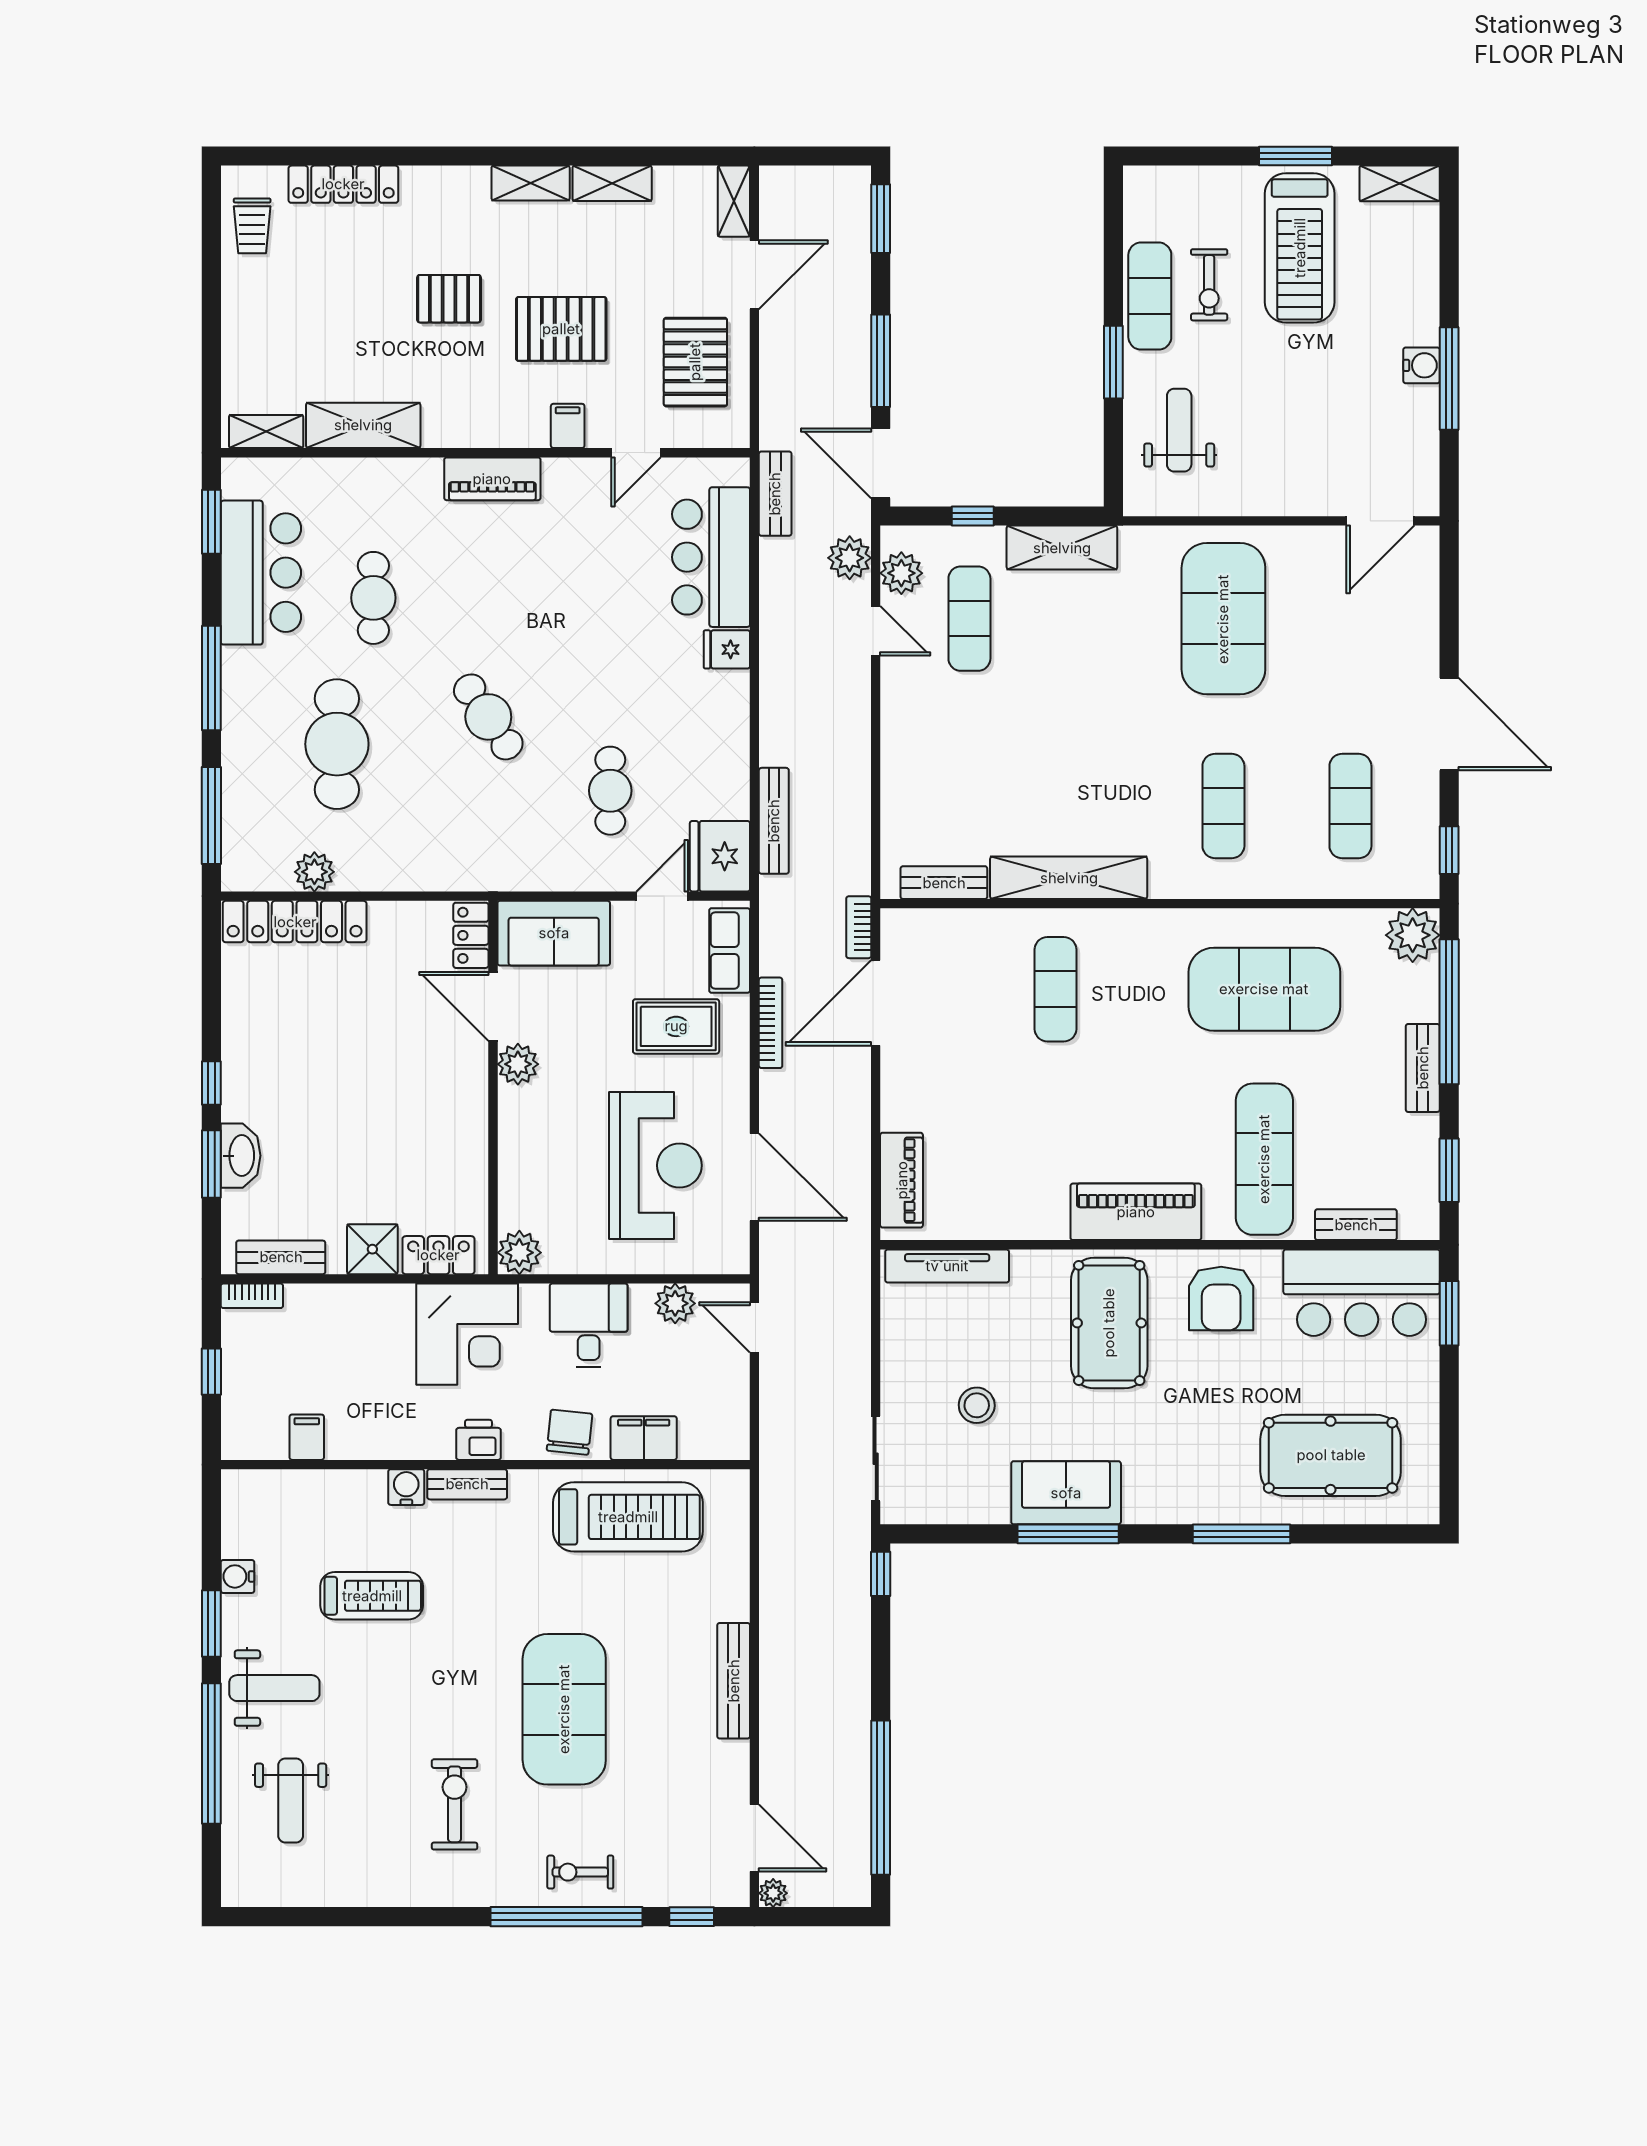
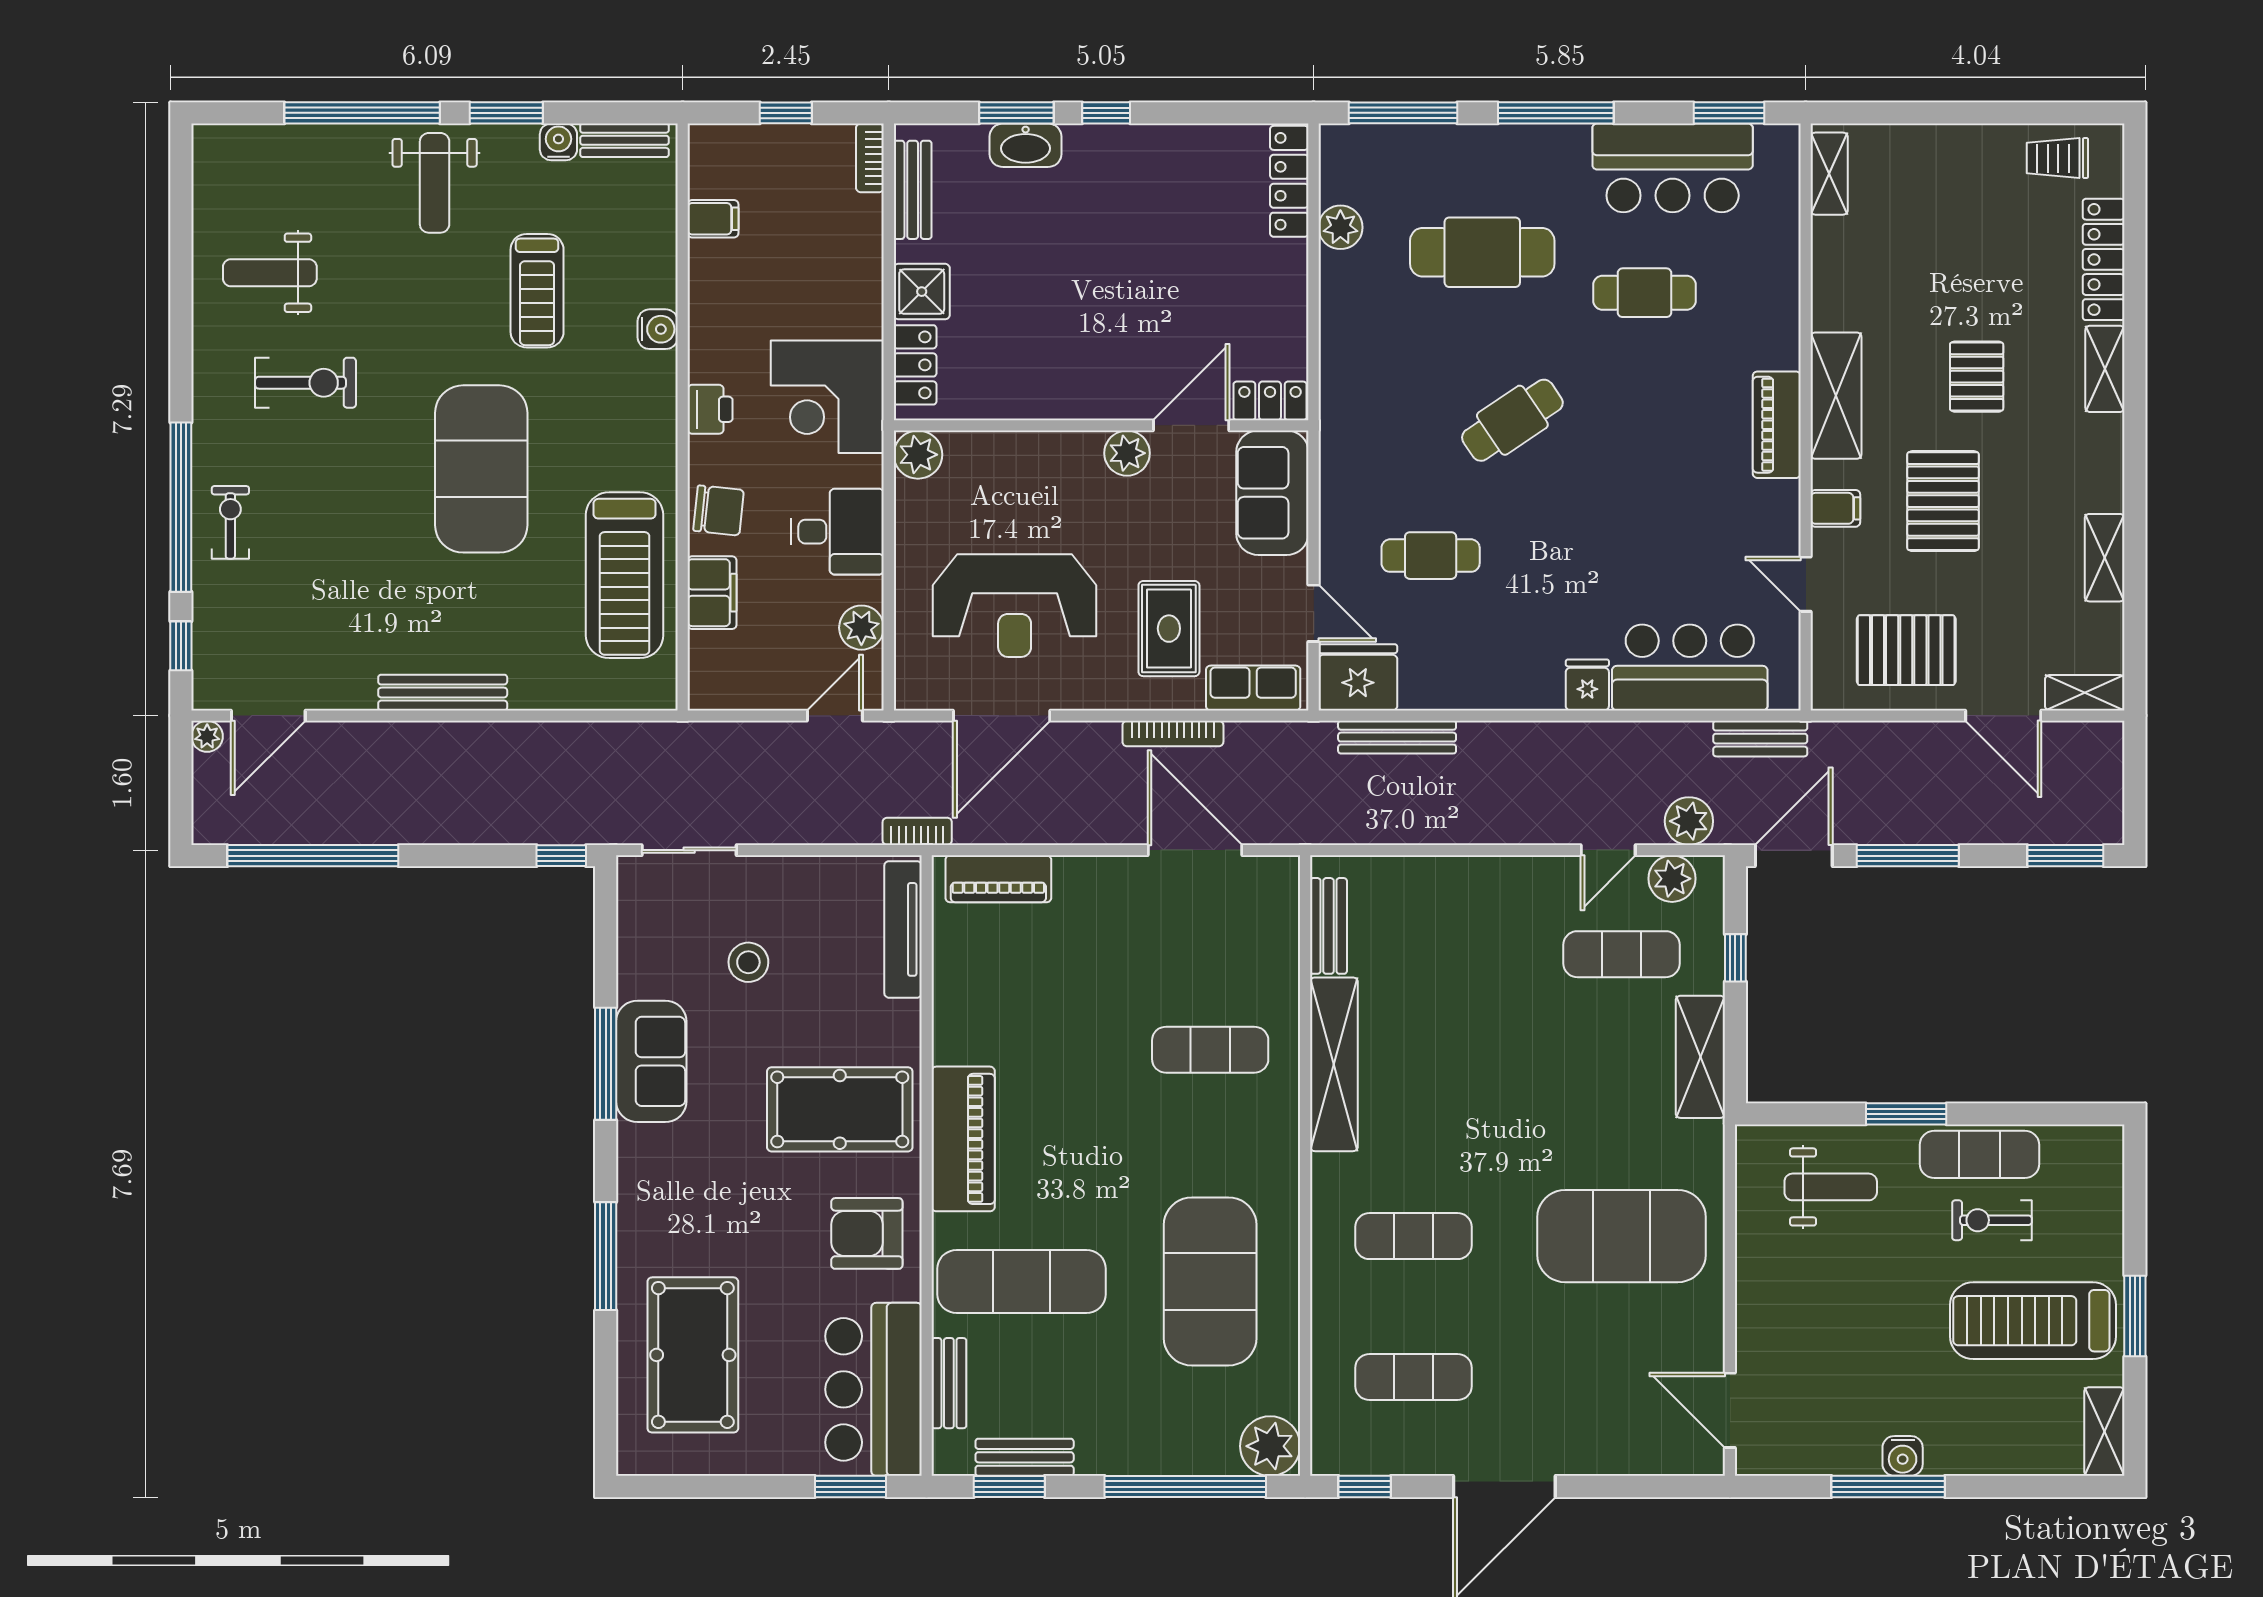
shelving: (531, 183) -> (2105, 369), moved
shelving: (363, 425) -> (1836, 396), moved
locker: (295, 922) -> (1289, 181), width x0.71, depth x0.83
bookcase: (859, 927) -> (917, 831), moved
bench: (1423, 1068) -> (1025, 1457), moved
bench: (467, 1484) -> (624, 140), moved, turned 90
exercise mat: (564, 1709) -> (481, 469), moved, turned 90
weight bench: (291, 1800) -> (270, 273), moved

